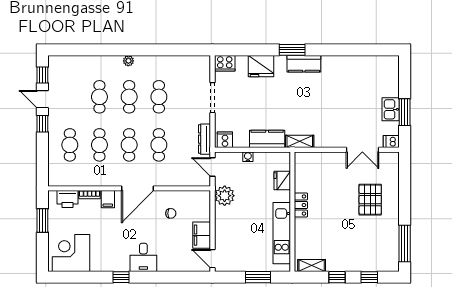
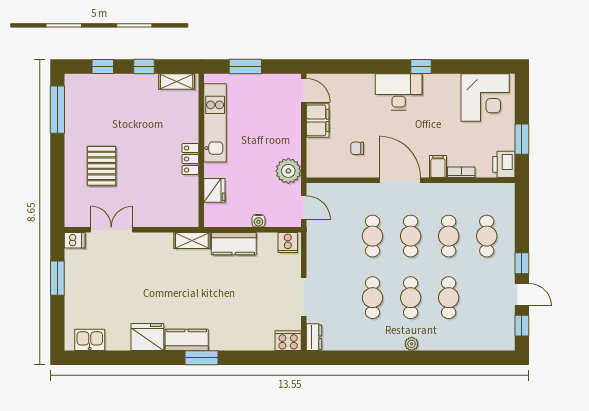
fridge: (261, 66) -> (147, 337), moved
kitchen sink: (391, 109) -> (90, 340), moved, turned -90
dresser: (204, 139) -> (314, 337), moved, width x0.70
door: (137, 188) -> (400, 180), hinge flipped
printer: (68, 199) -> (504, 164), moved, turned -90
desk: (143, 257) -> (399, 92), width x1.37

